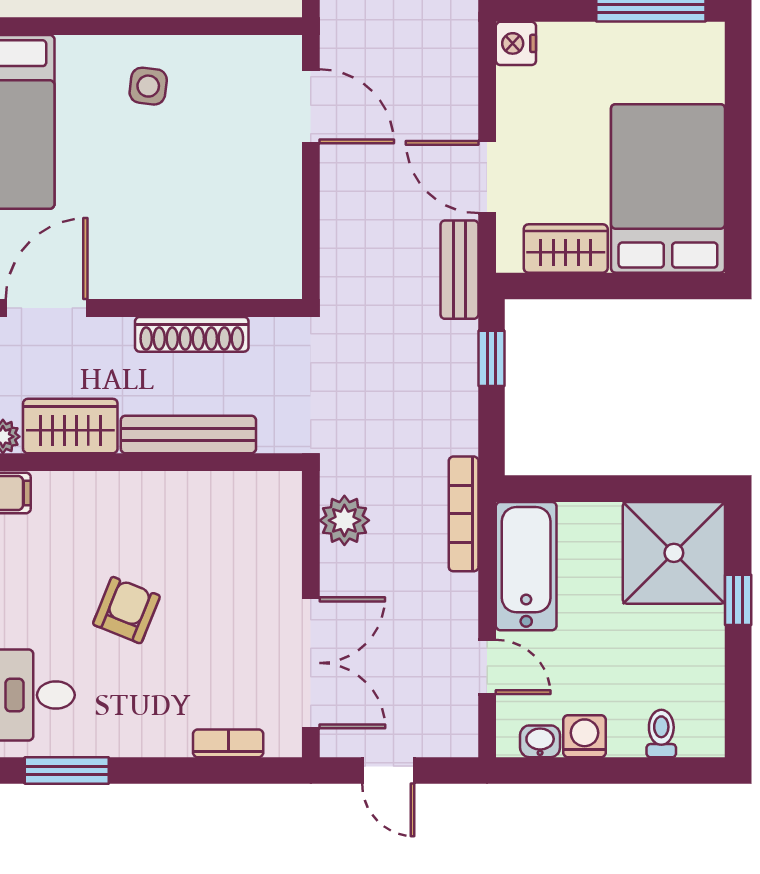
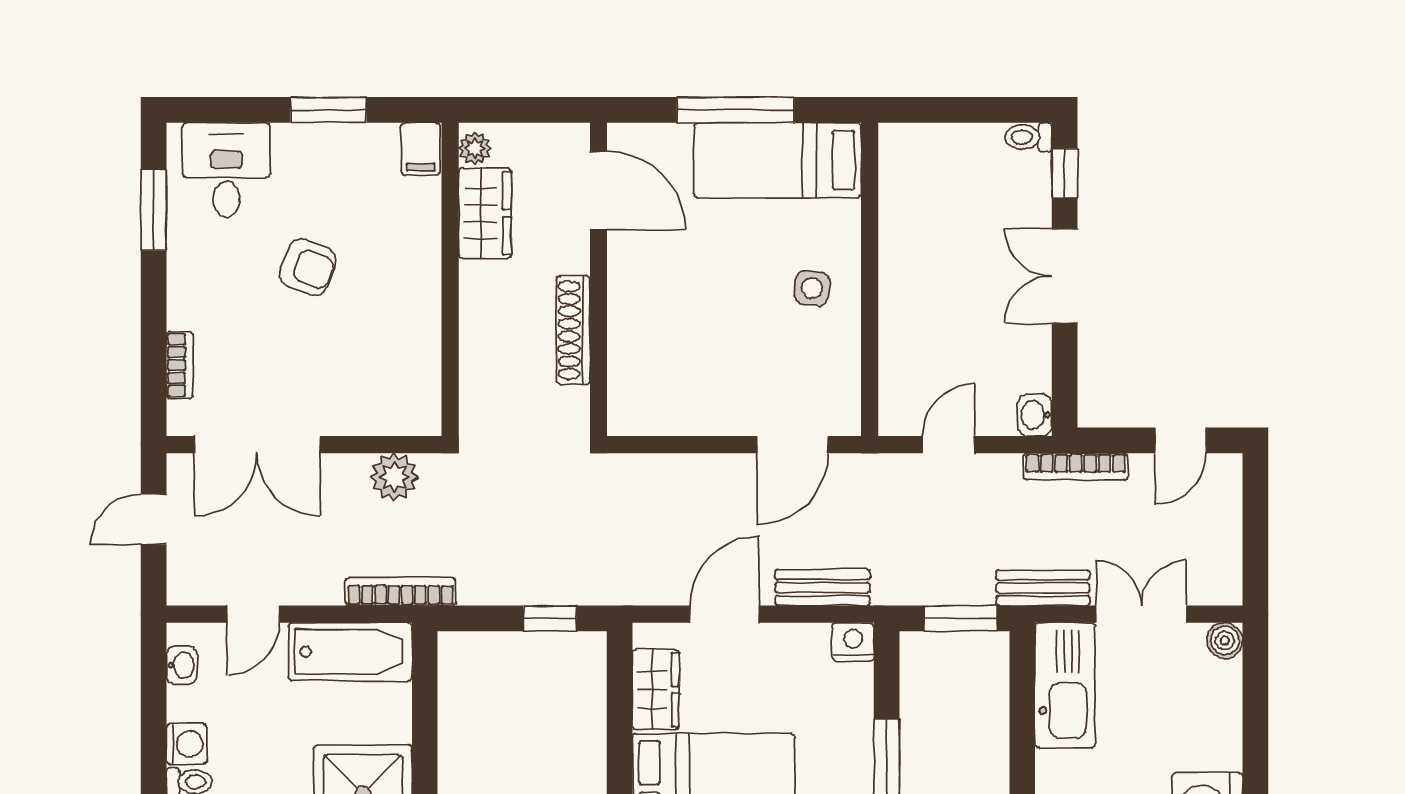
bench: (459, 270) -> (823, 588), moved
bench: (188, 434) -> (477, 327), removed
washing machine: (585, 736) -> (187, 744), moved

